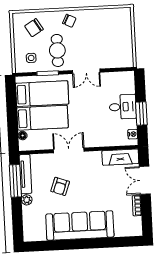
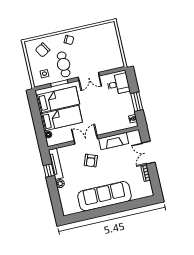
desk: (123, 107) -> (118, 84), moved
fireplace: (120, 157) -> (114, 141), moved
window: (15, 181) -> (49, 170), width x0.46
armchair: (60, 186) -> (91, 161), moved

